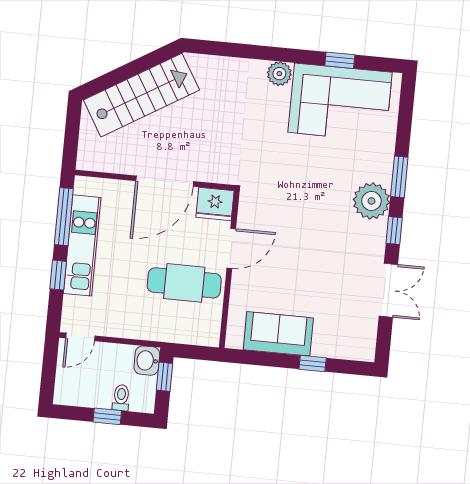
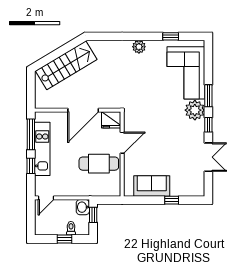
corner sofa: (340, 102) -> (186, 73), moved, turned 90

